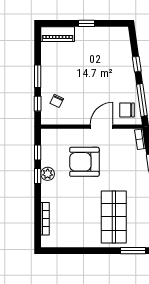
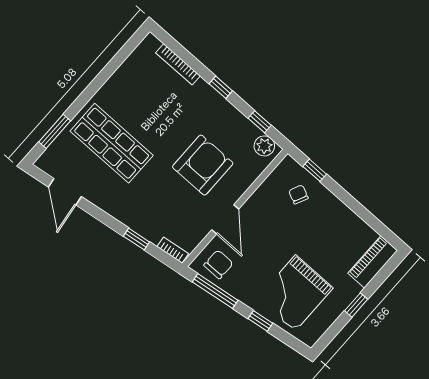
grand piano: (107, 59) -> (295, 293), added
window: (38, 76) -> (345, 197), removed
plant: (48, 174) -> (264, 146), moved
window: (38, 176) -> (221, 87), moved

